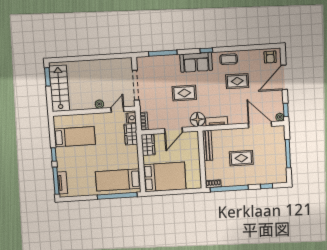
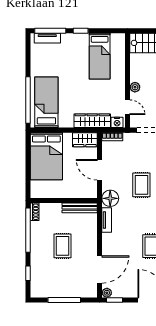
wardrobe: (131, 134) -> (92, 121), width x1.50

